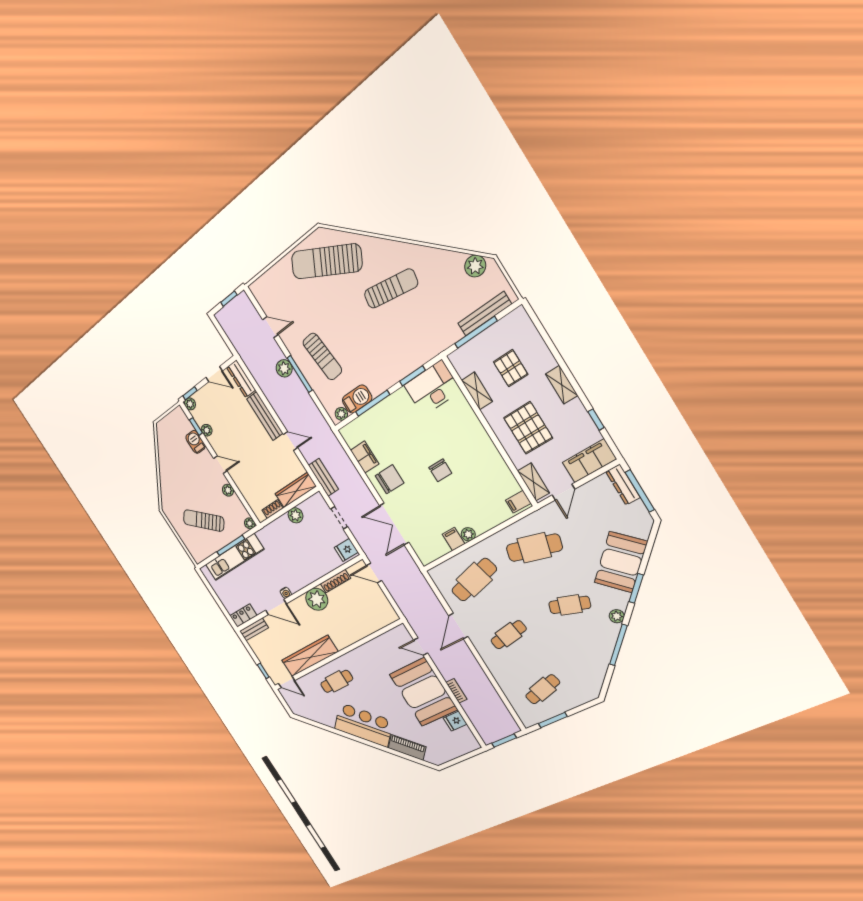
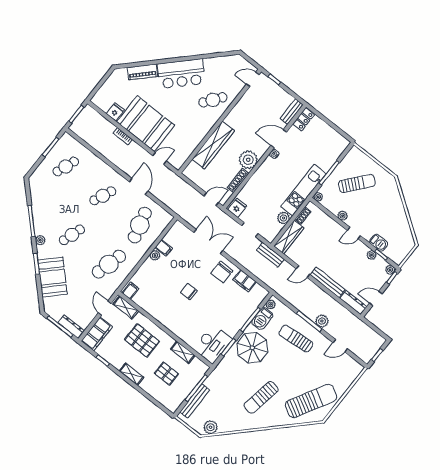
parasol: (381, 364) -> (252, 348), added
kitchen unit: (235, 557) -> (303, 190), moved
cafe table: (509, 635) -> (103, 196), turned 33
wardrobe: (310, 656) -> (213, 145), moved
cafe table: (337, 681) -> (213, 100), turned 37
cafe table: (543, 689) -> (66, 167), turned 36

